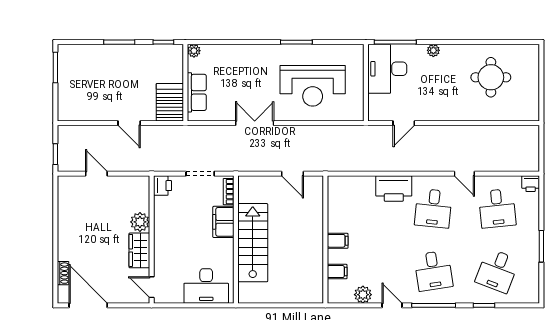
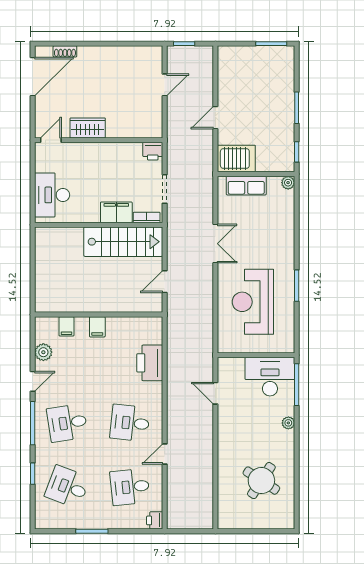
round table: (491, 77) -> (261, 481), turned 33
printer: (394, 189) -> (150, 363), moved
plant: (140, 222) -> (116, 129), removed
stairs: (253, 243) -> (123, 242), moved

